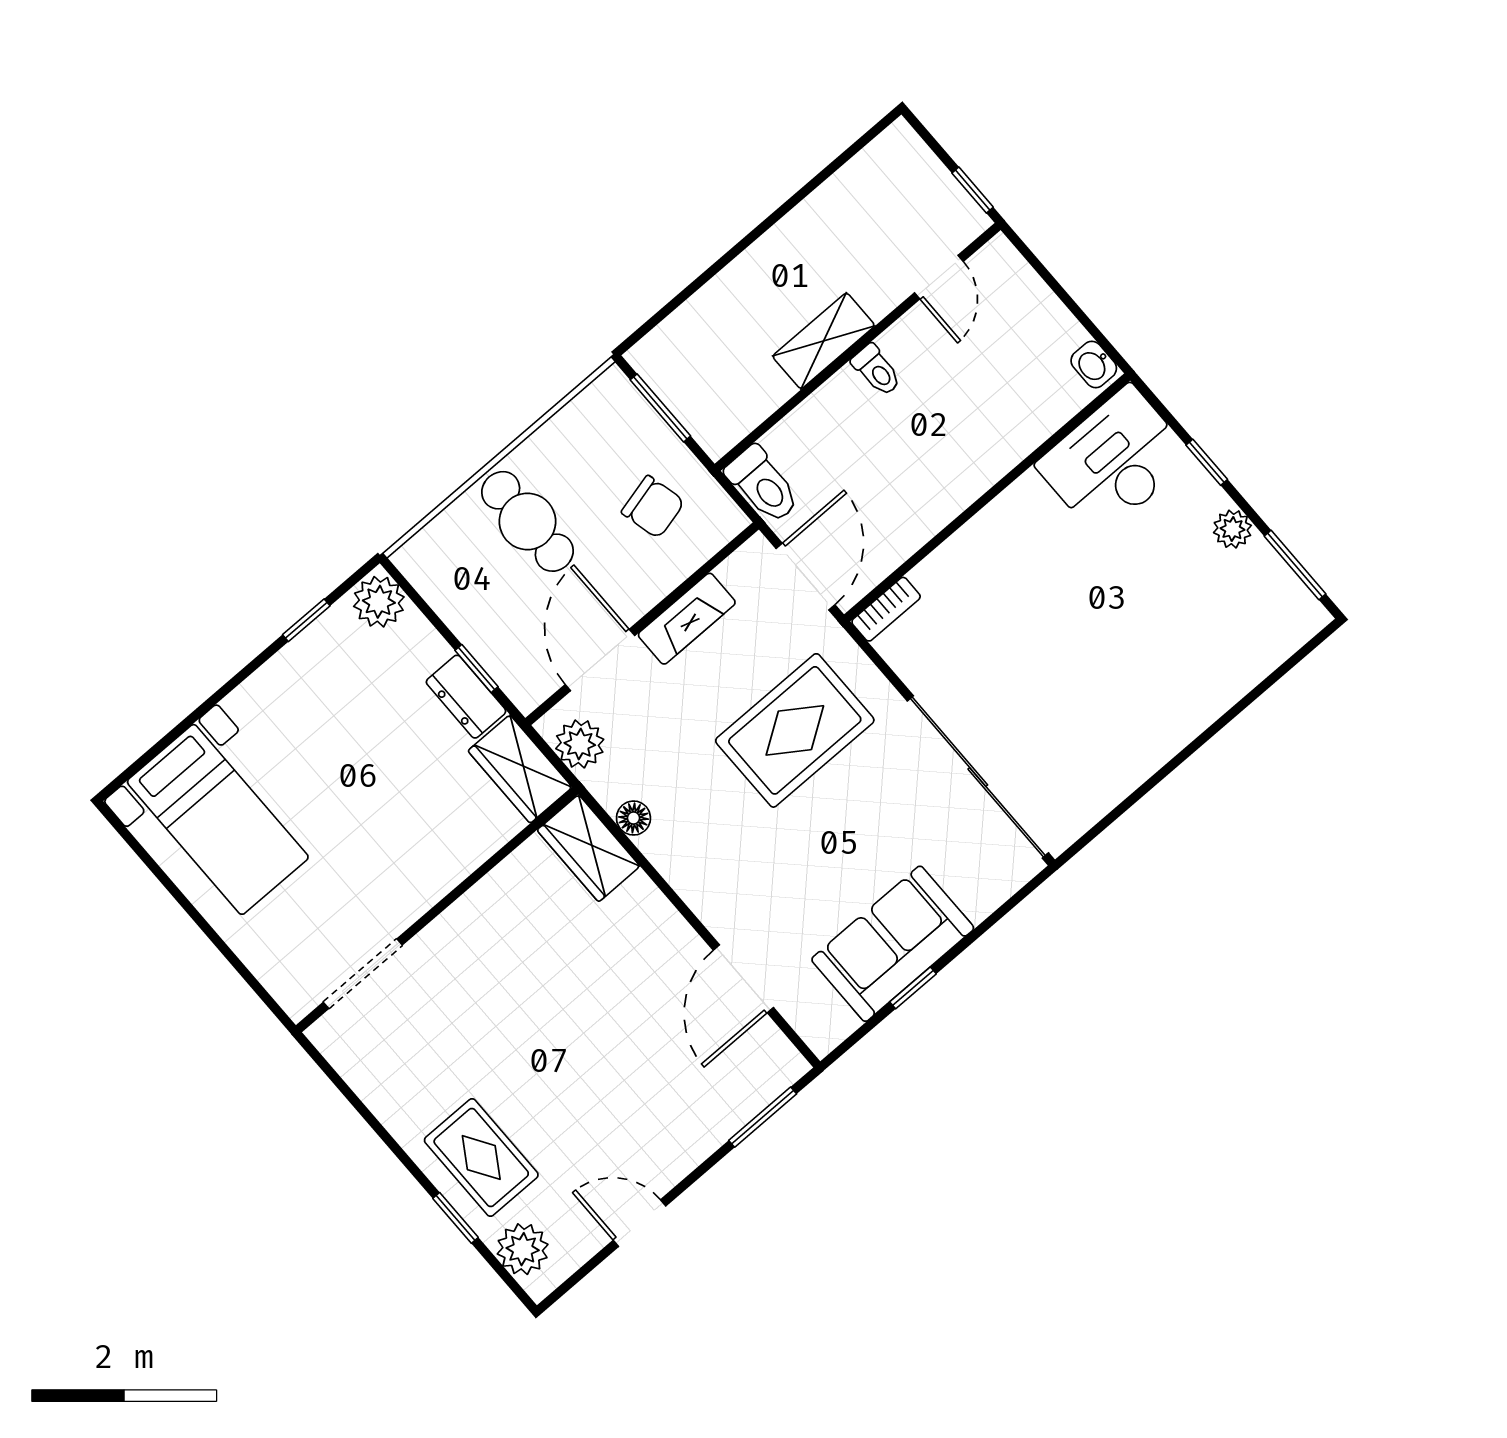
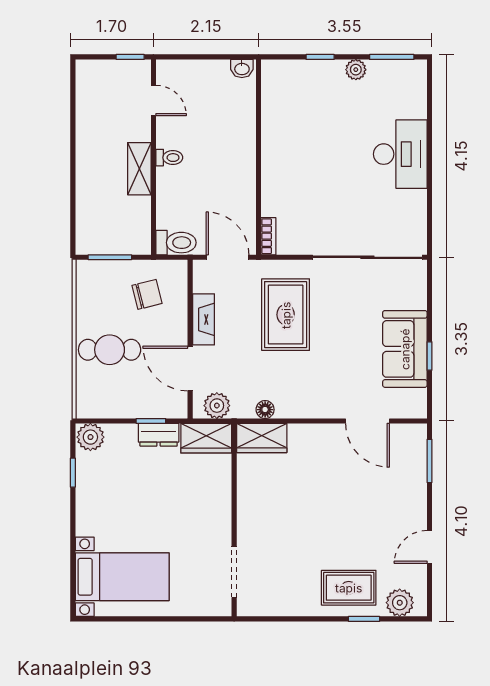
desk: (1114, 461) -> (400, 154), moved, turned 180

